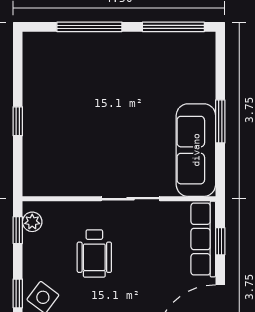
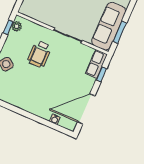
window: (220, 121) -> (120, 32), moved
row of seats: (203, 239) -> (96, 64), width x0.68

